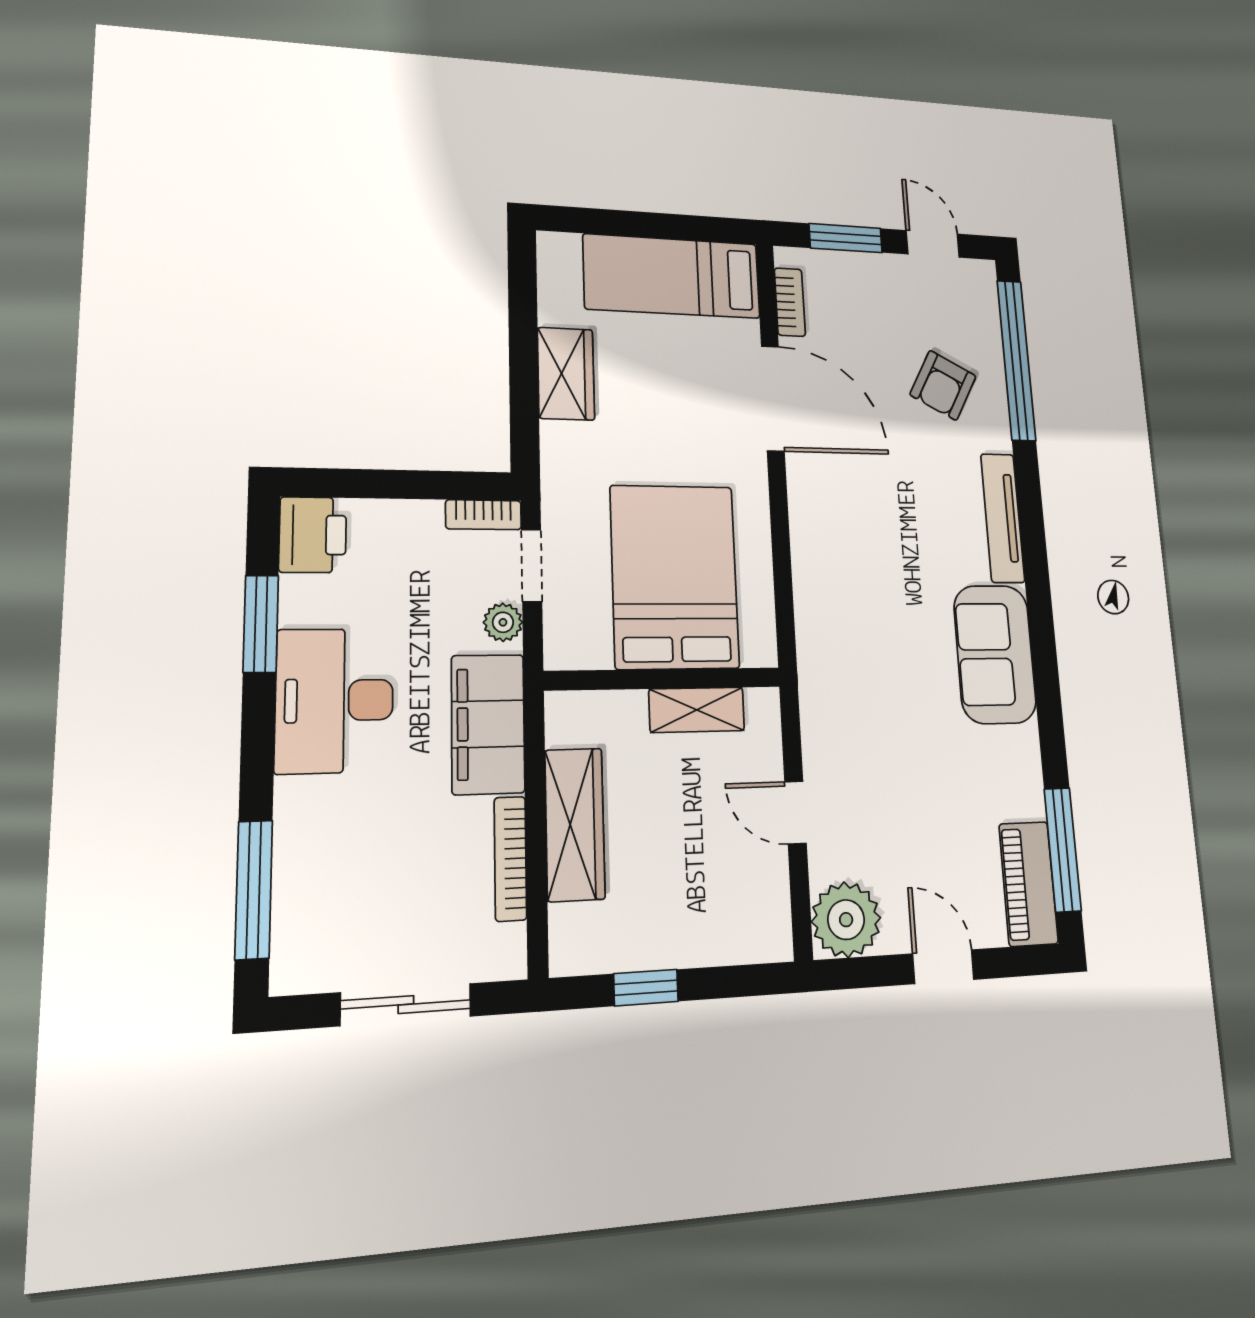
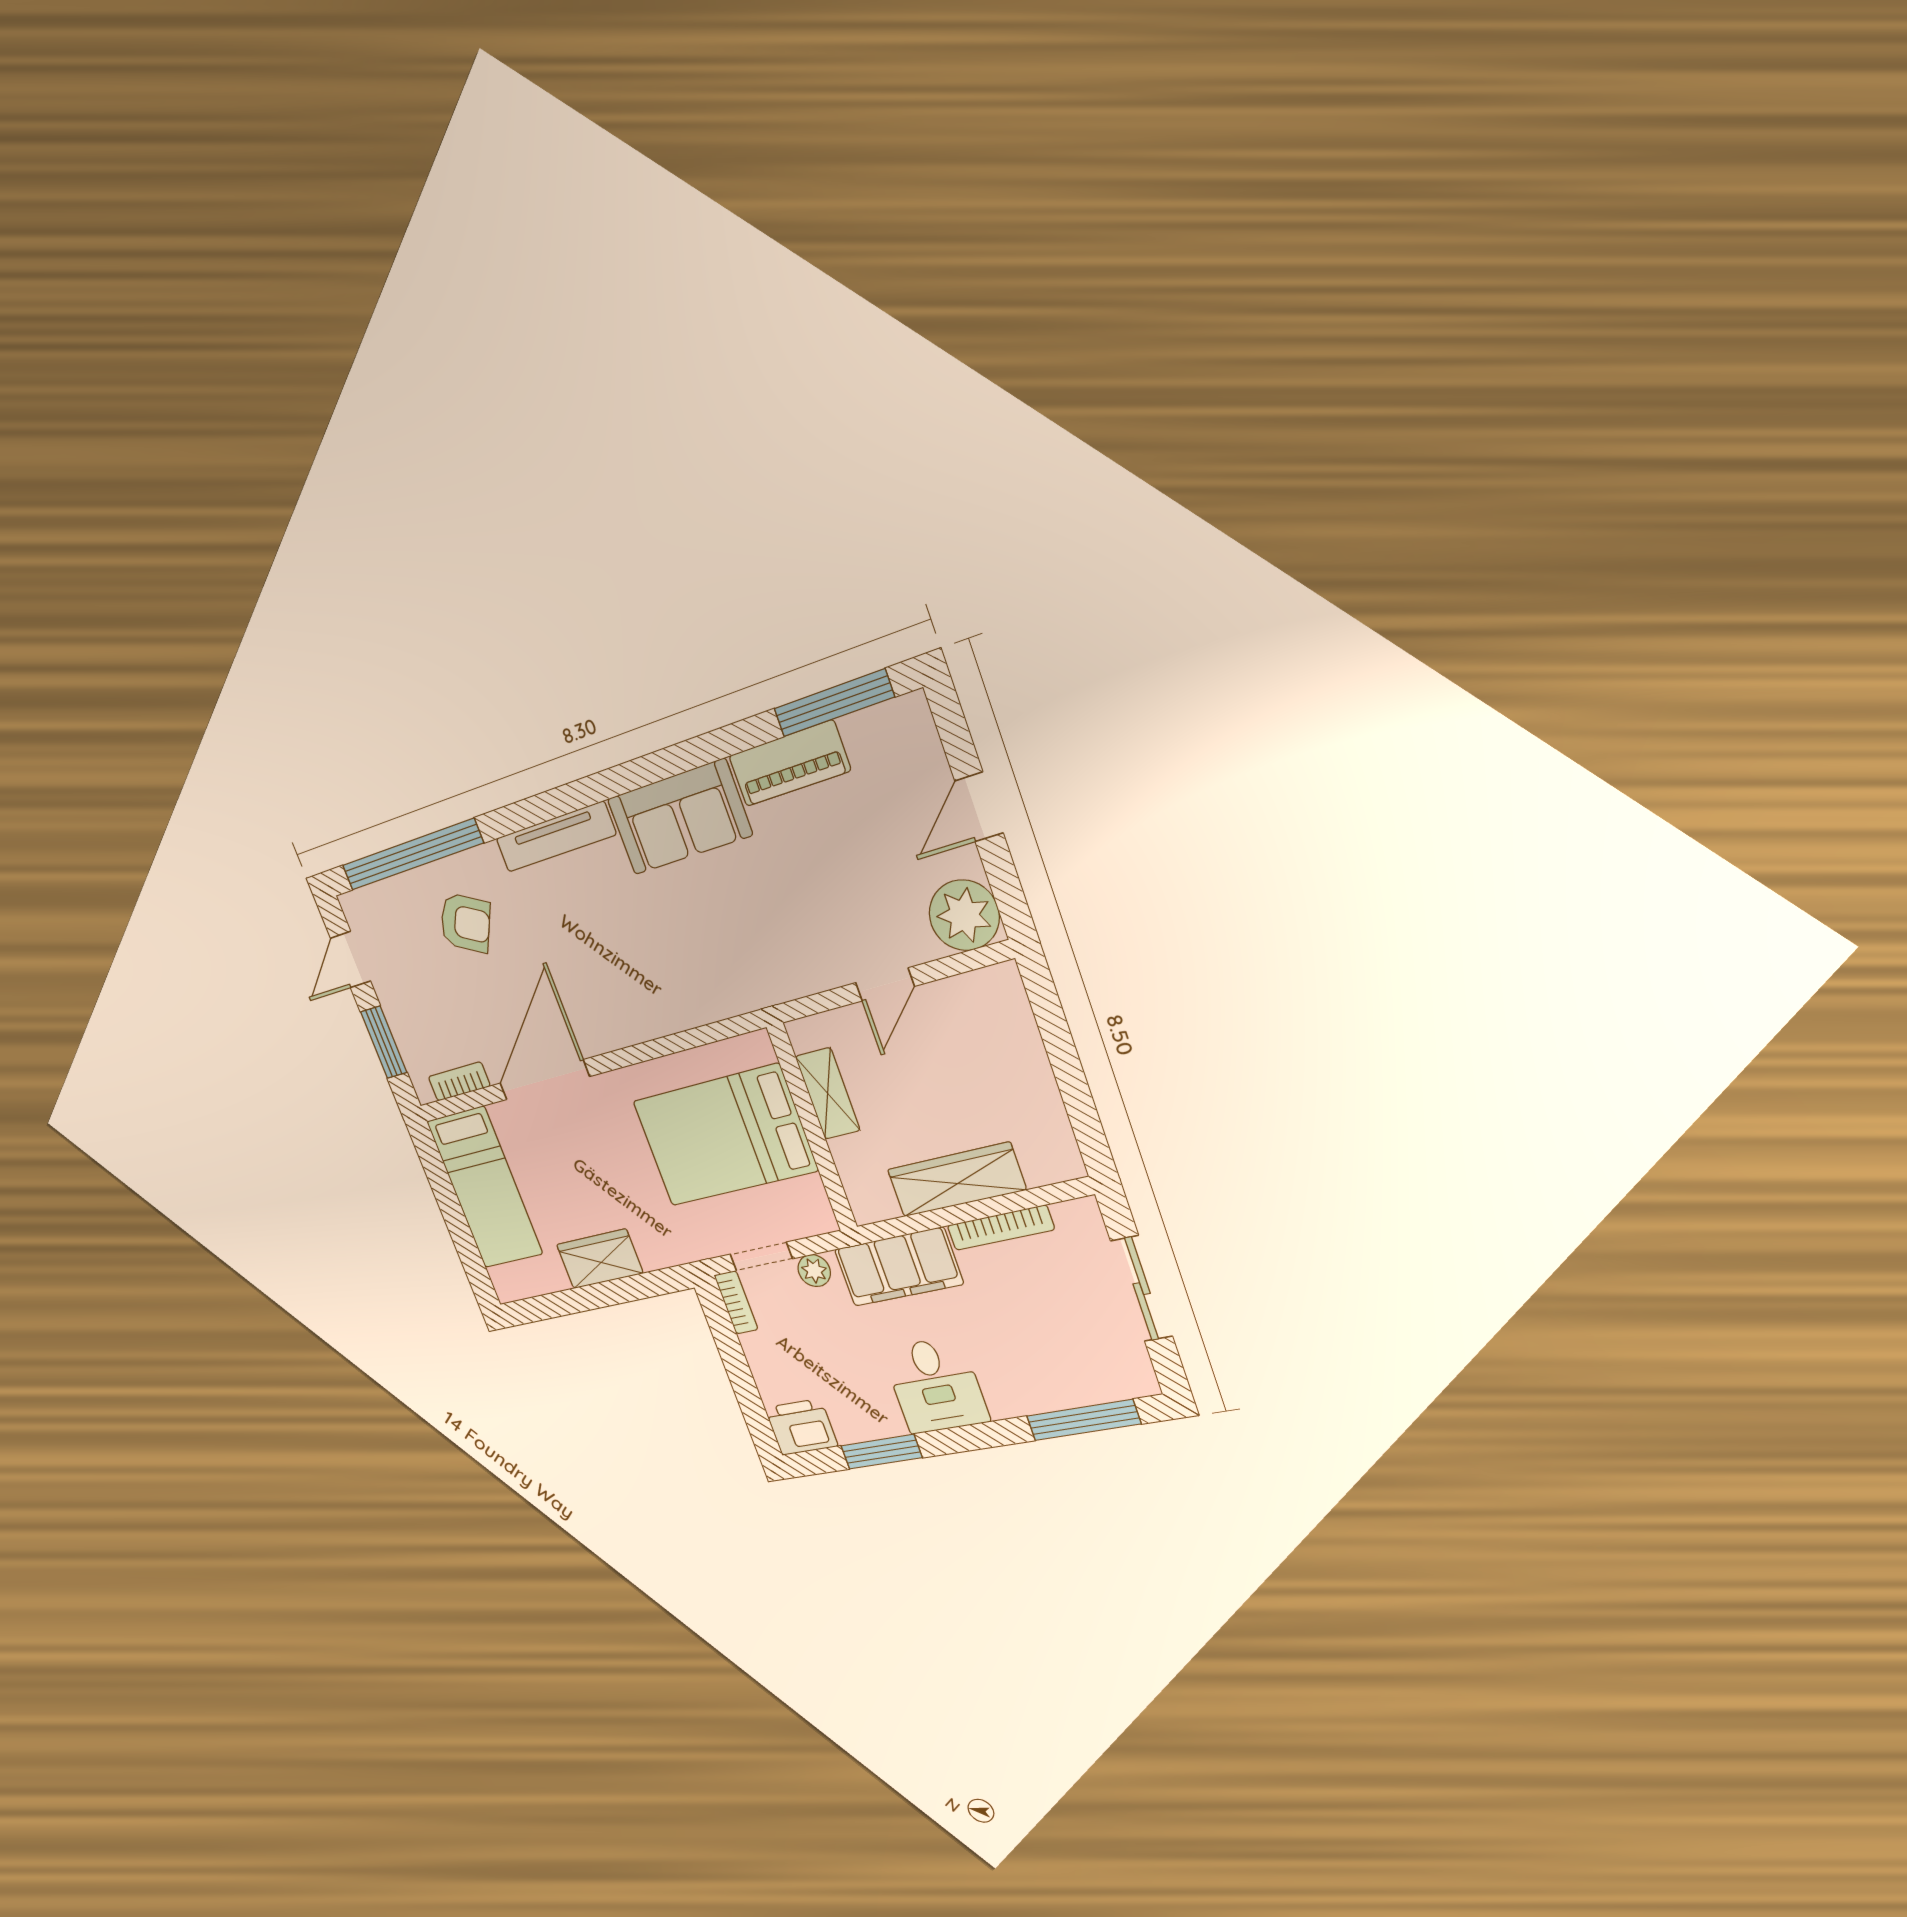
desk: (335, 700) -> (935, 1385), width x0.73
piano: (1028, 884) -> (790, 763), moved
window: (646, 988) -> (1075, 1090), removed

